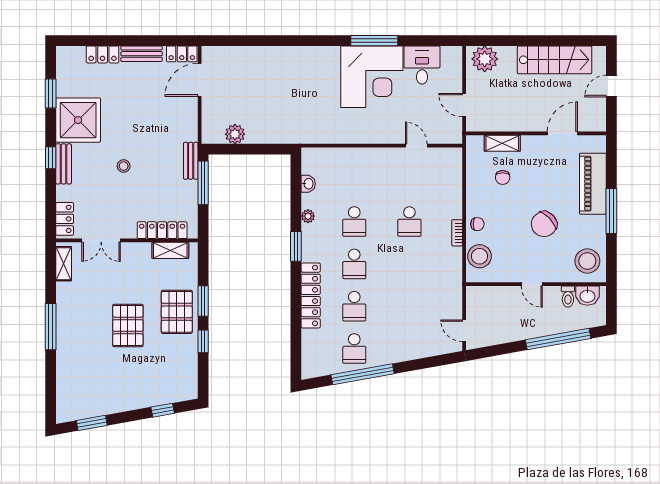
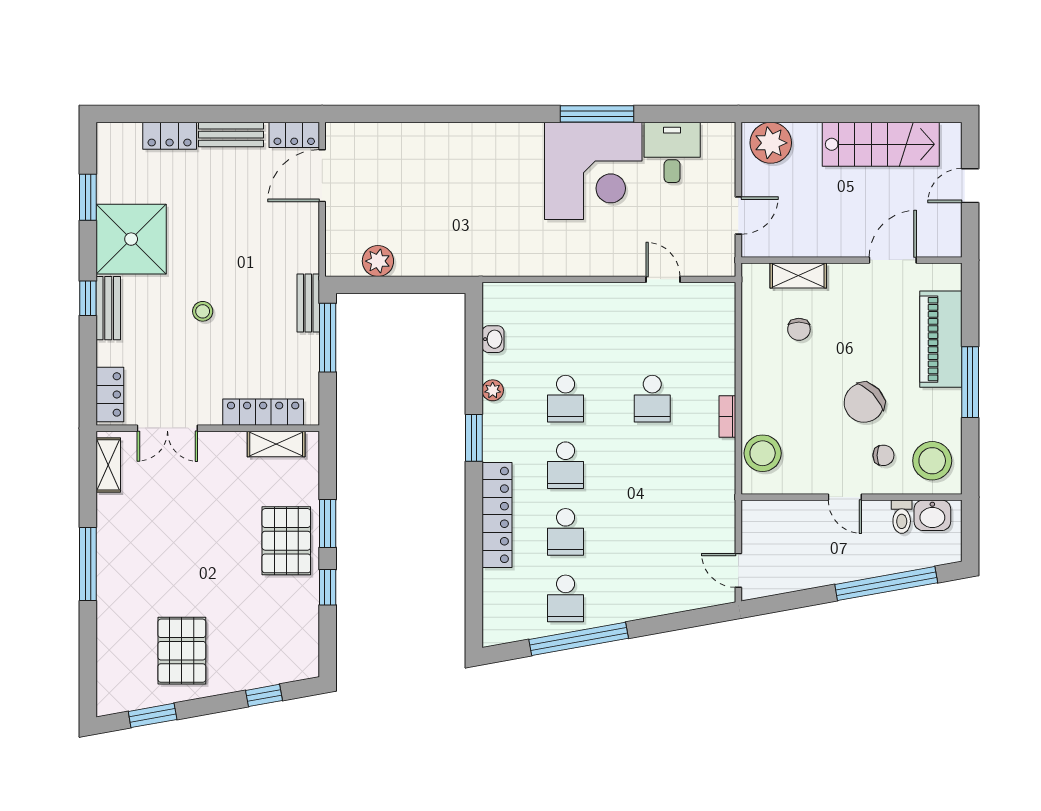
door: (464, 105) -> (738, 216), swing flipped
chair: (477, 224) -> (883, 455), moved
pallet: (128, 325) -> (182, 651), moved

